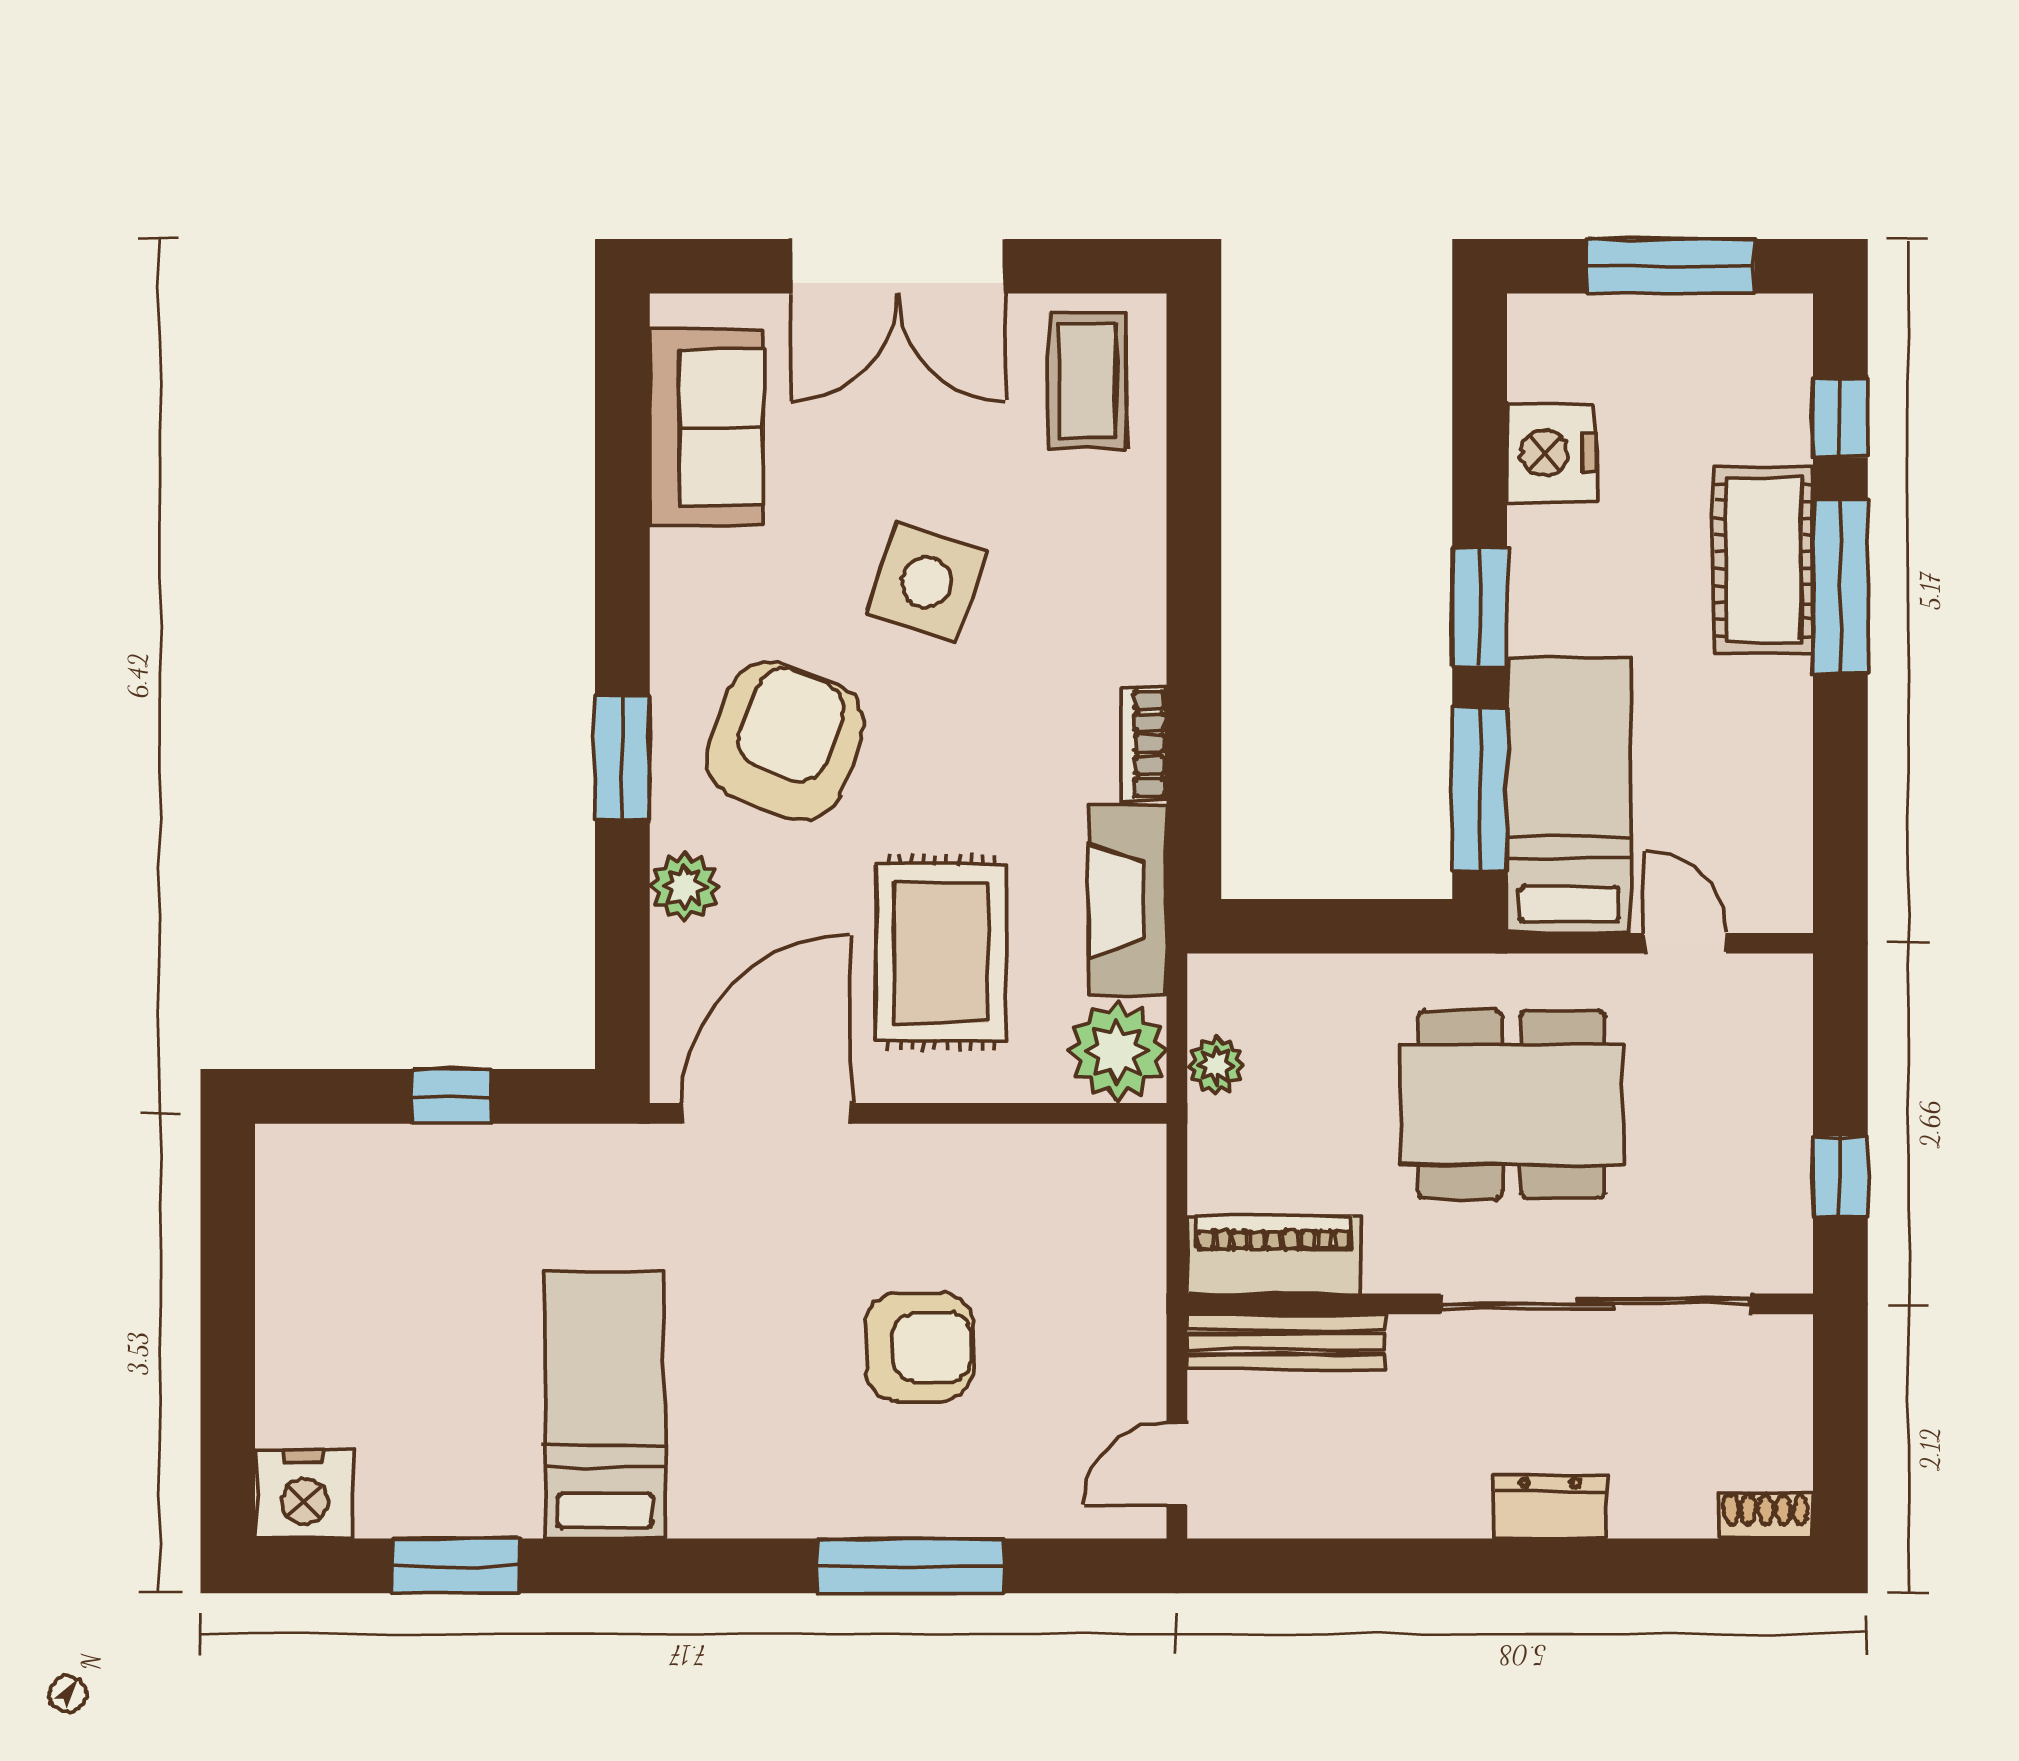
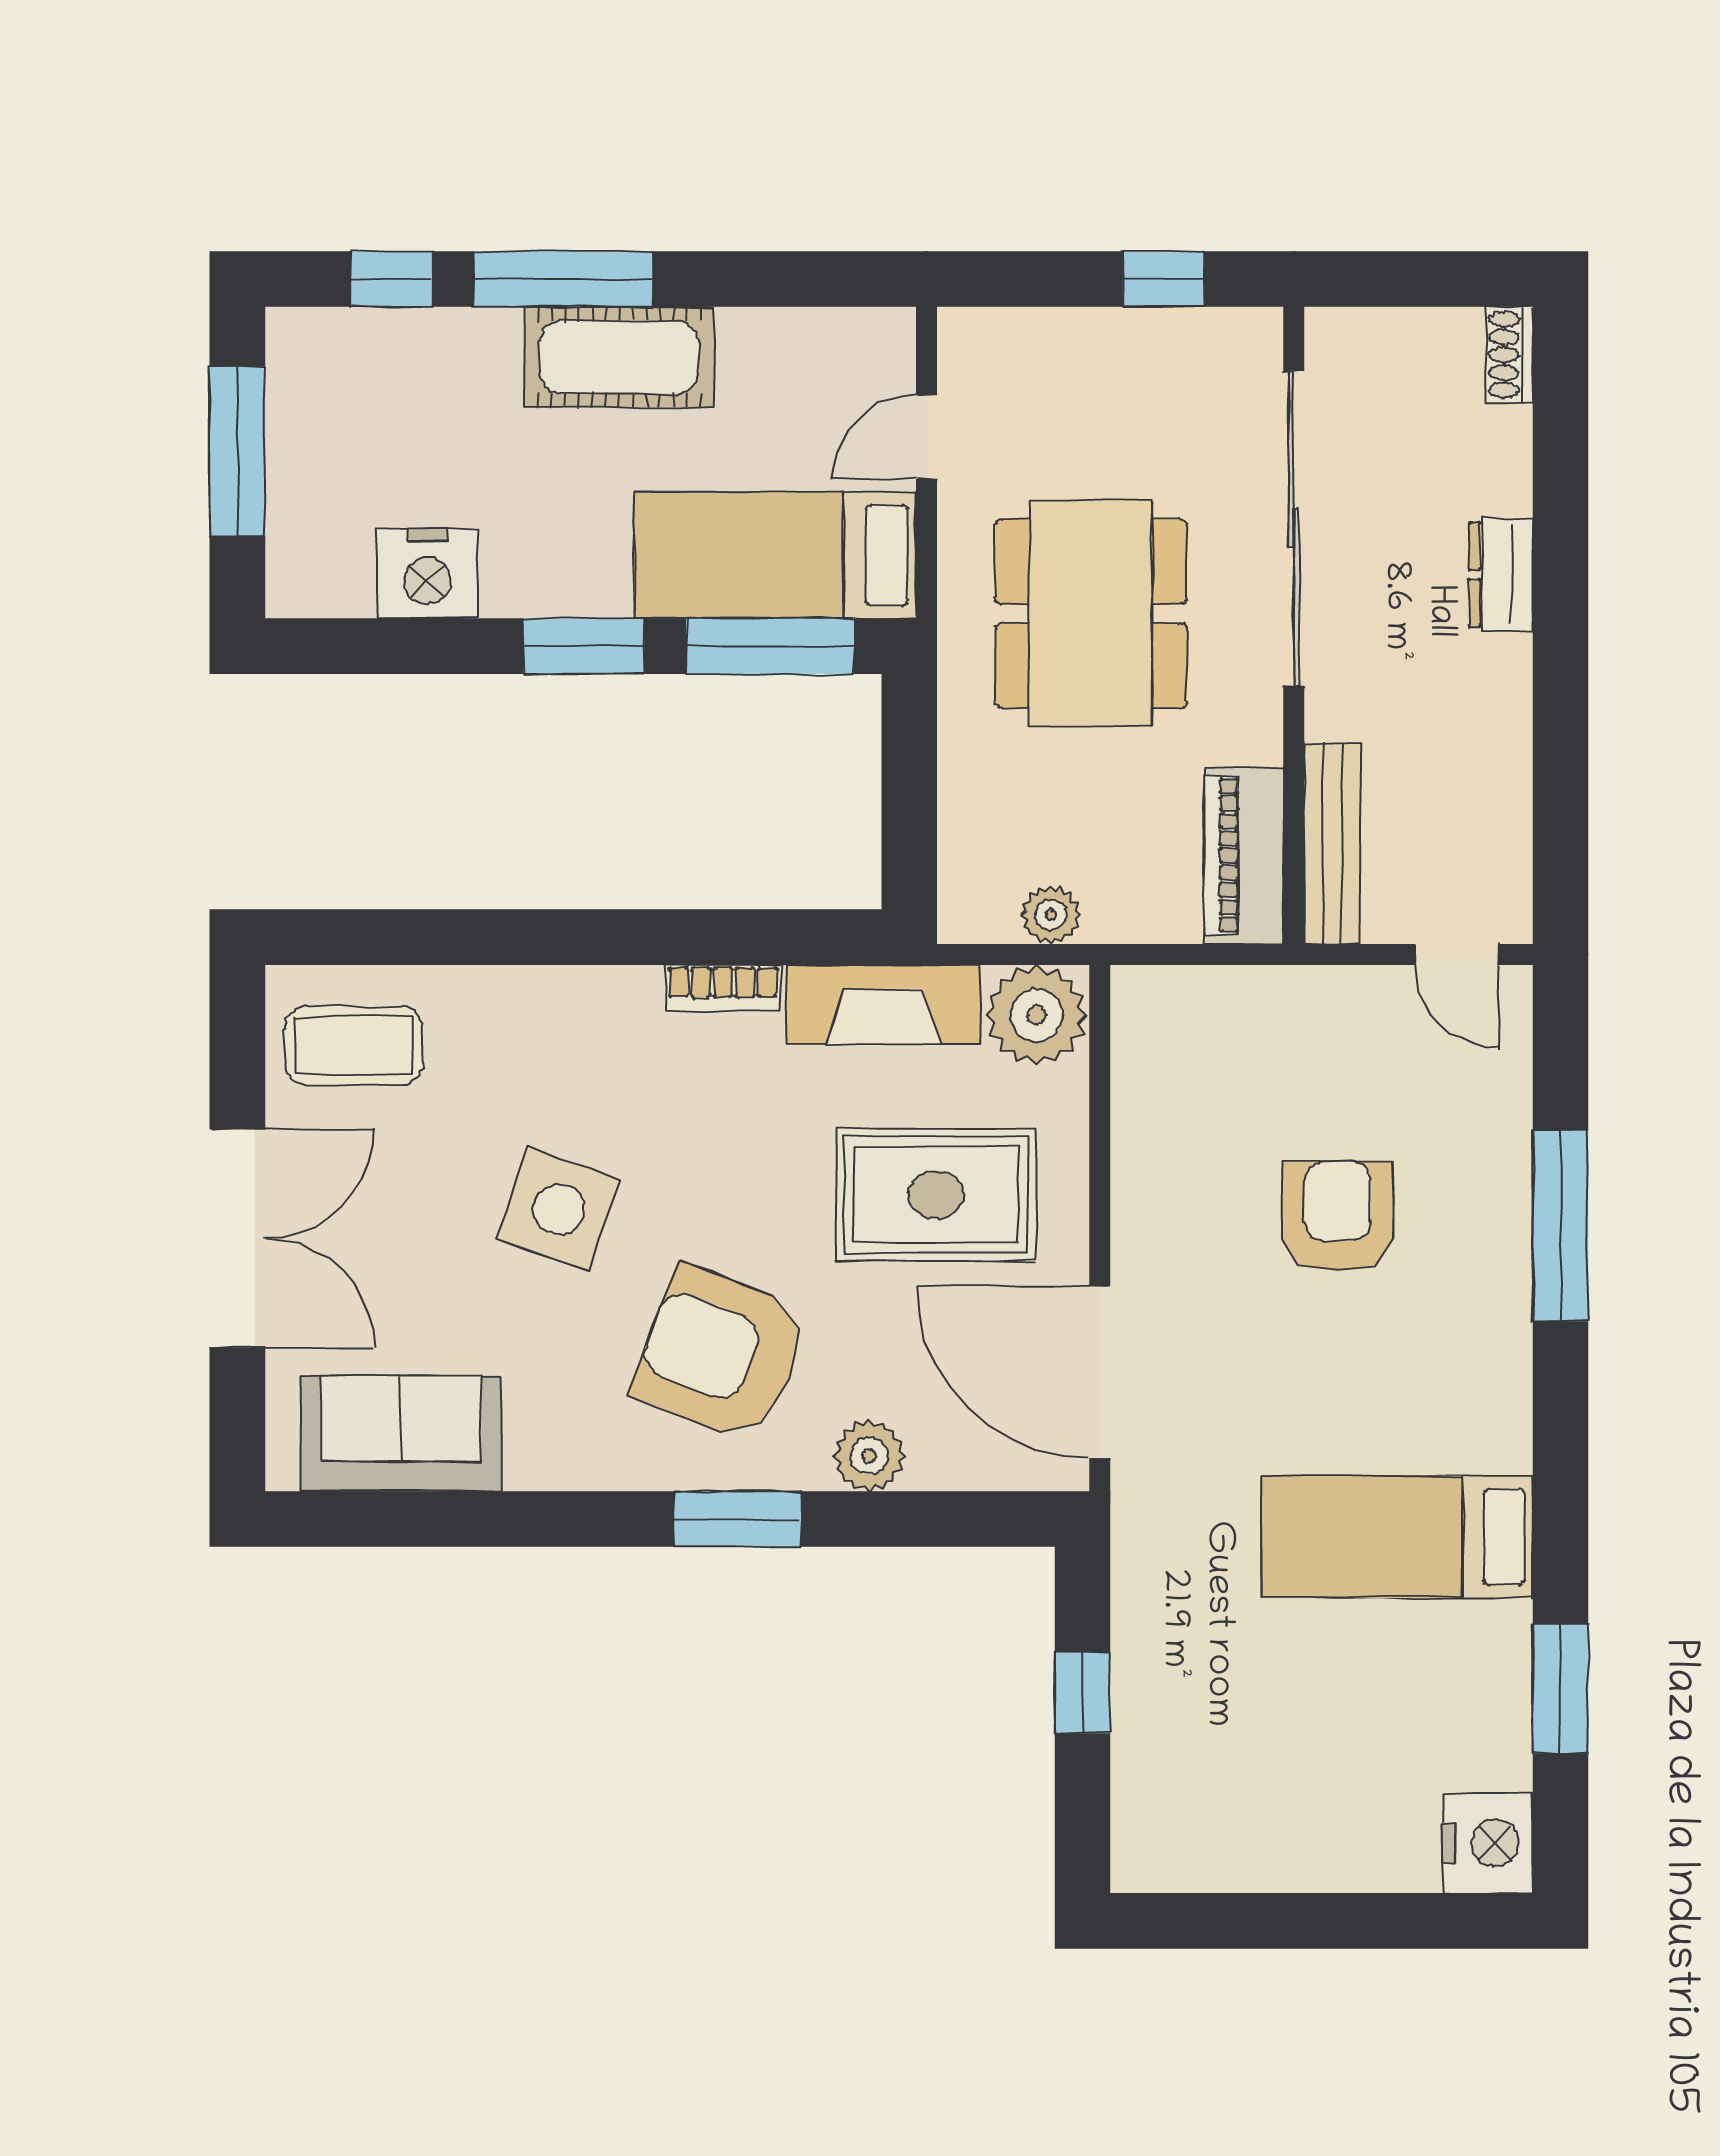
cot: (1764, 560) -> (619, 357), moved

